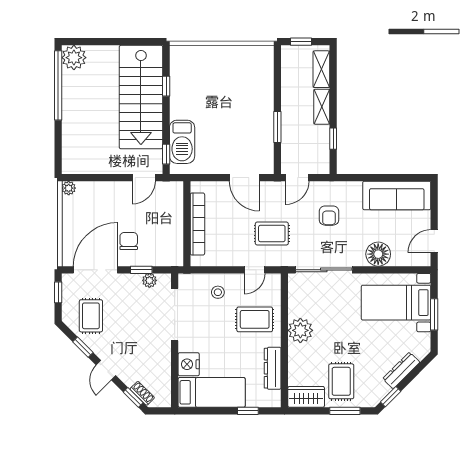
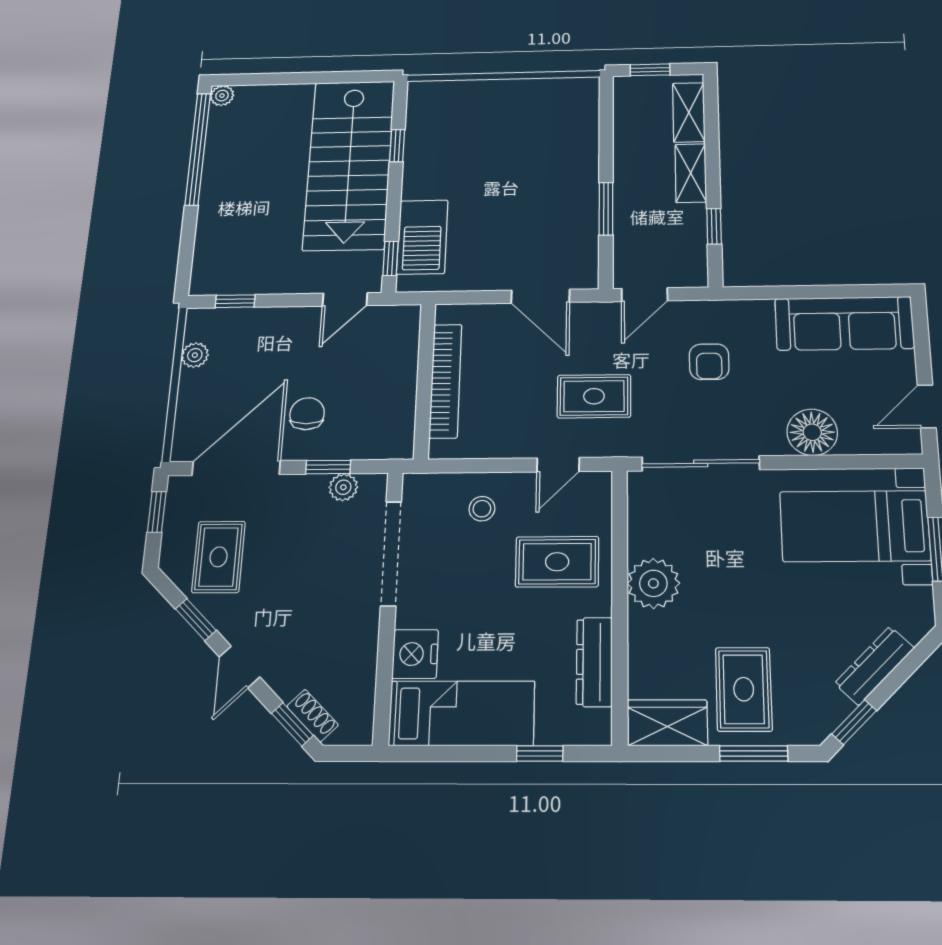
plant: (74, 58) -> (222, 96), width x0.53, depth x0.53
window: (87, 178) -> (235, 301), added
plant: (69, 188) -> (195, 355), moved

